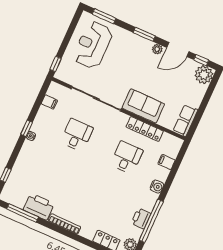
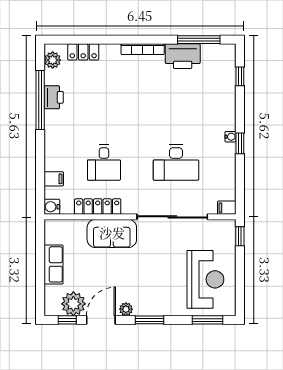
plant: (204, 75) -> (73, 304), moved
filing cabinet: (49, 102) -> (227, 208), moved
row of seats: (185, 120) -> (54, 264), moved
desk: (77, 135) -> (176, 163), width x1.37
water cooler: (157, 187) -> (52, 207), moved

